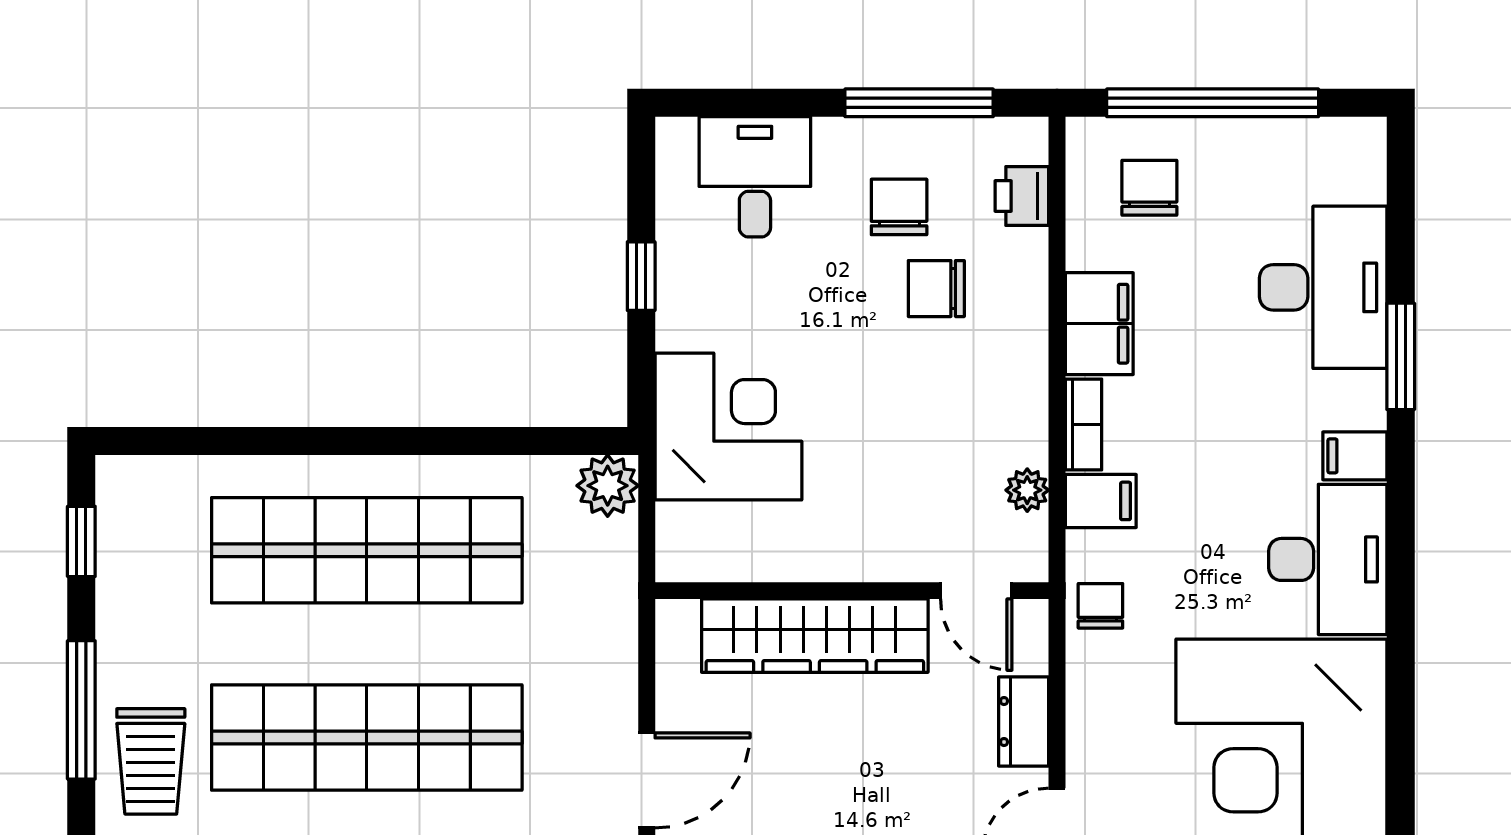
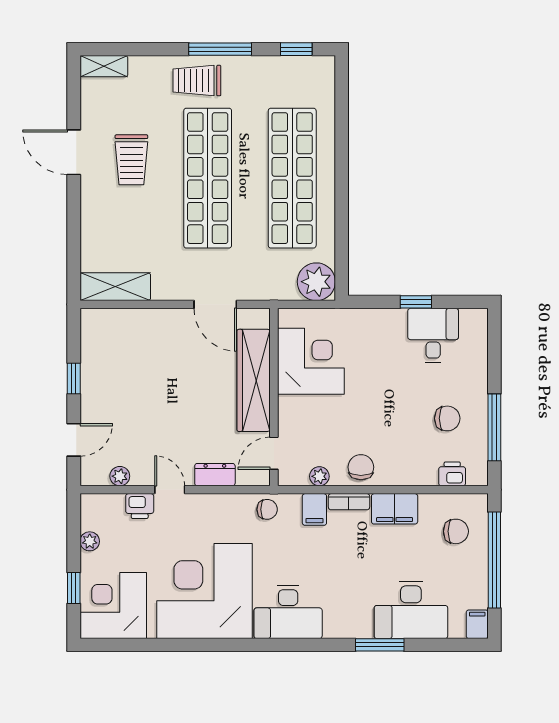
desk: (755, 177) -> (433, 335), moved, turned -90
chair: (936, 289) -> (361, 467), moved
corner desk: (728, 426) -> (311, 361), moved, turned -90
filing cabinet: (1355, 456) -> (477, 624), moved
plant: (608, 486) -> (316, 282), width x1.36, depth x1.36
door: (647, 780) -> (215, 304), moved

